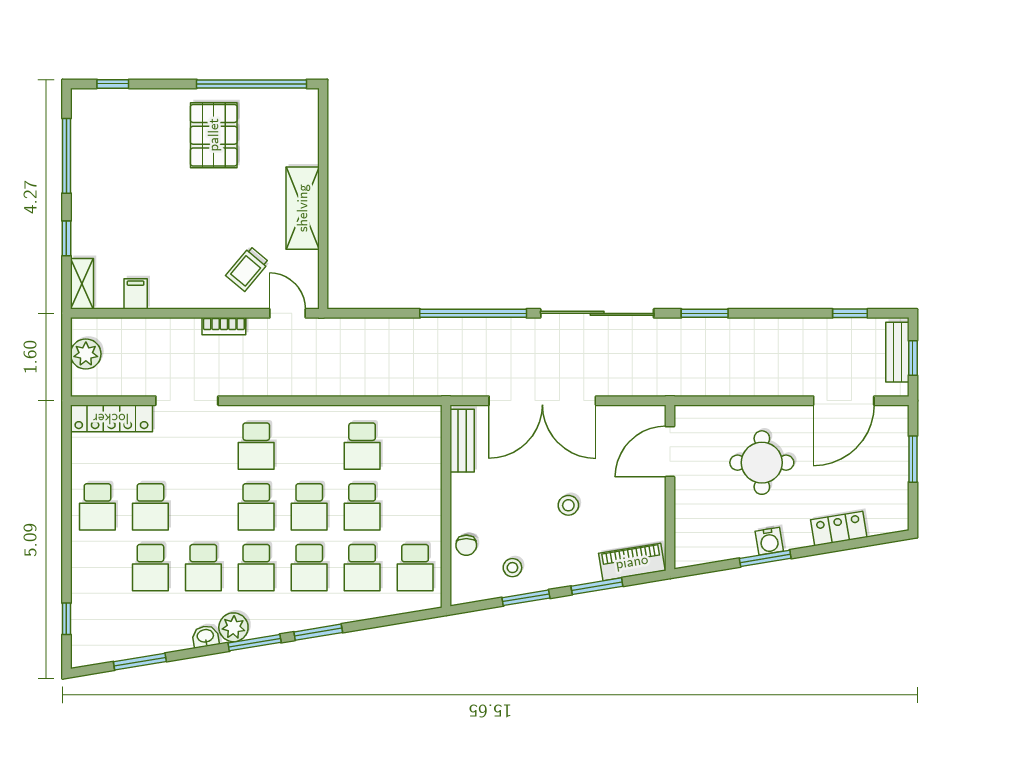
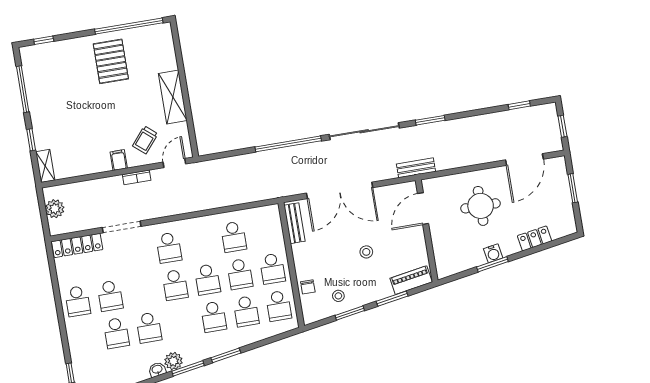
filing cabinet: (136, 294) -> (119, 160), moved
door: (288, 313) -> (174, 163), hinge flipped
bench: (897, 352) -> (416, 168), moved, turned 90
school desk: (256, 568) -> (272, 269), moved

